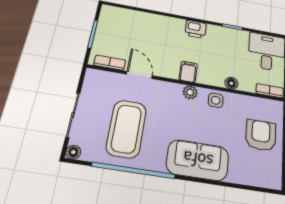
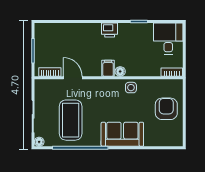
floor lamp: (231, 83) -> (120, 71), moved
plant: (190, 92) -> (111, 85), removed

